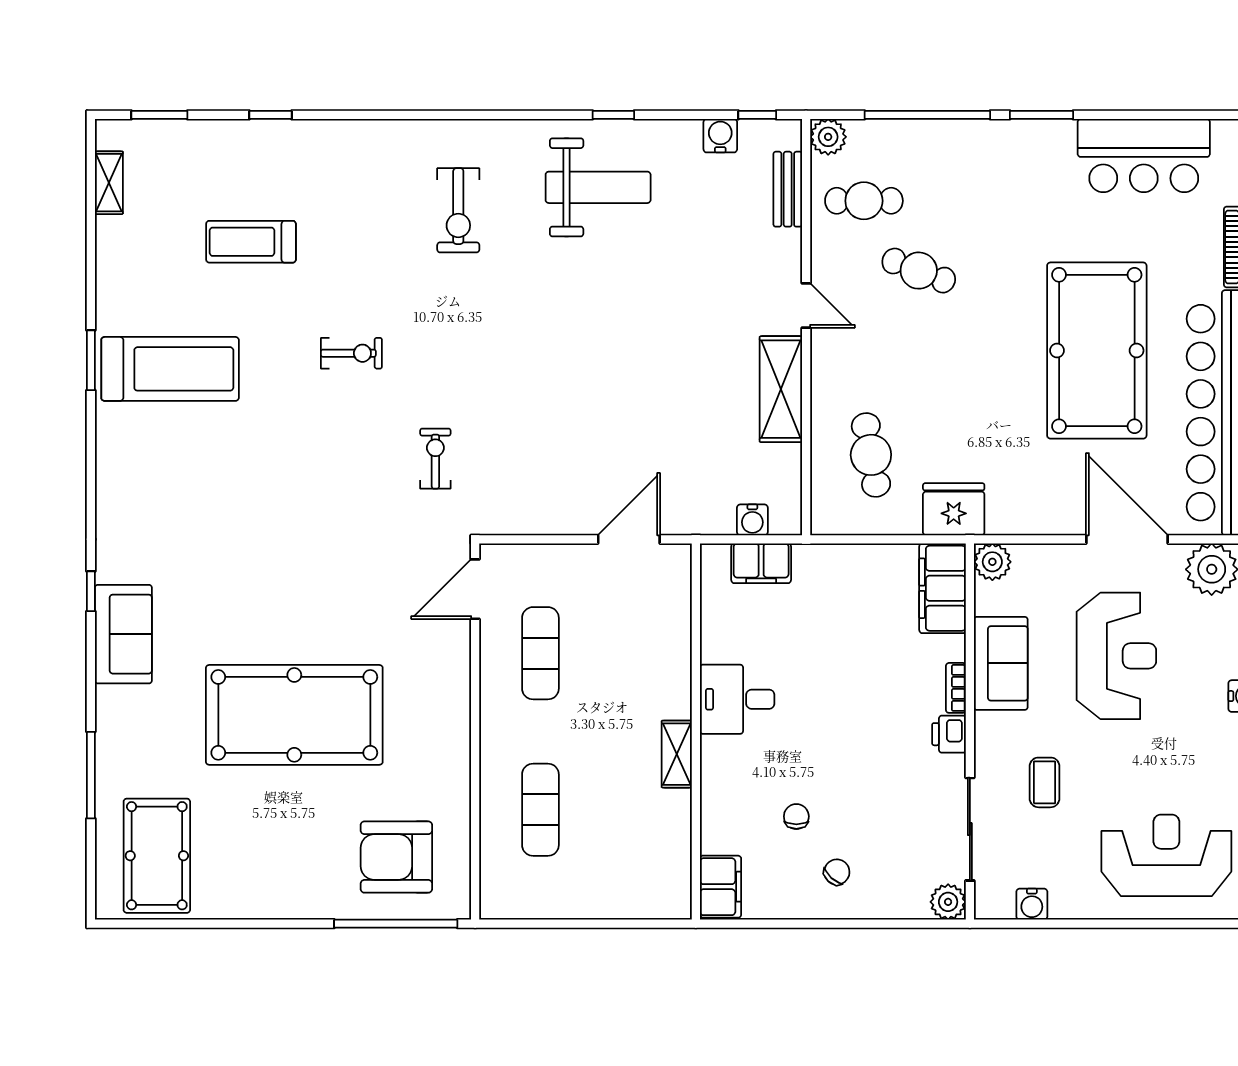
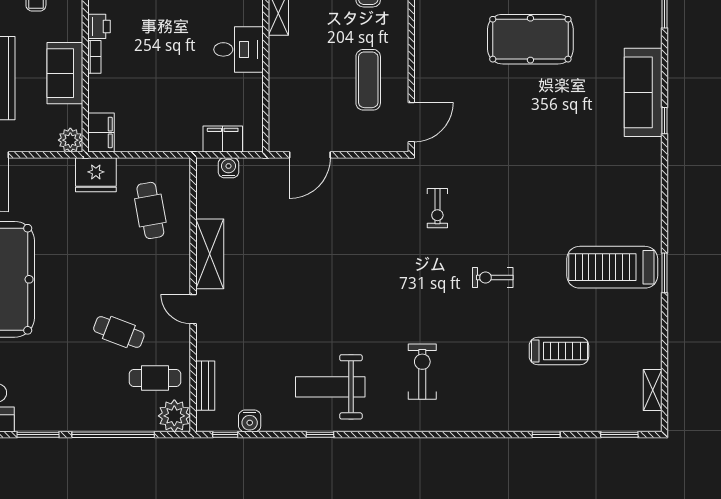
plant: (828, 137) -> (174, 416), width x1.36, depth x1.36
filing cabinet: (943, 588) -> (101, 132), width x0.67, depth x0.86
sofa: (123, 634) -> (643, 92), width x1.36
pool table: (294, 715) -> (530, 39), width x0.73, depth x0.76

